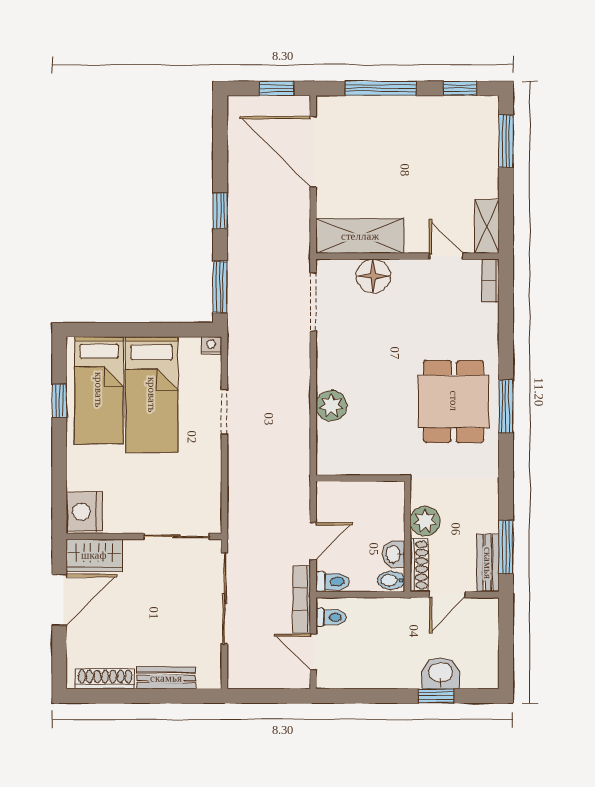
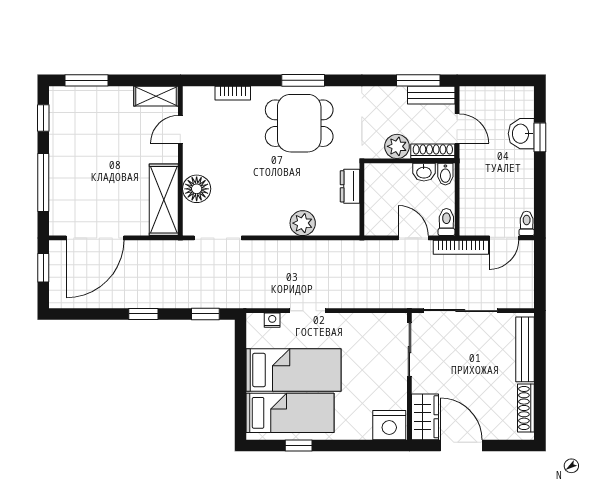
bookcase: (490, 280) -> (233, 93), moved
window: (220, 287) -> (205, 314), width x0.67
nightstand: (211, 346) -> (272, 320), moved, turned 90
dresser: (376, 464) -> (350, 186), added
toilet: (331, 617) -> (527, 223), moved
bench: (166, 678) -> (525, 349), width x1.36

